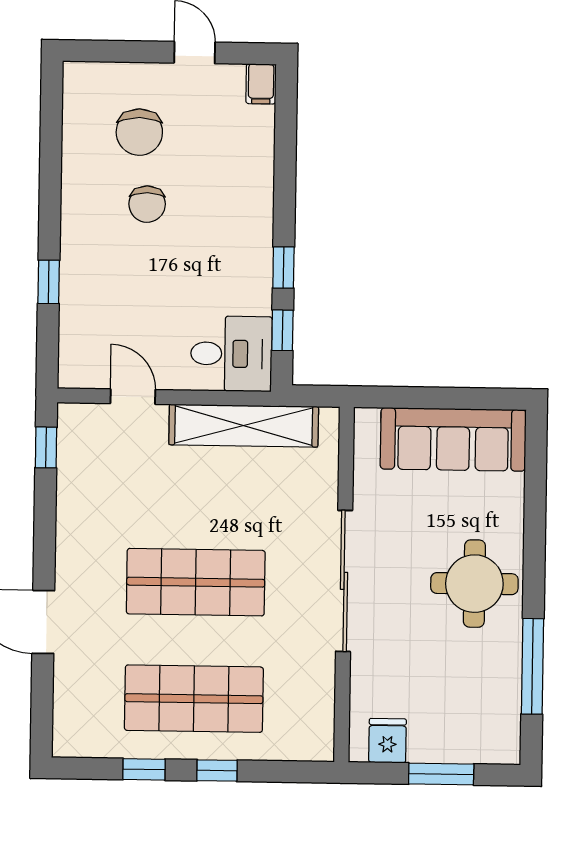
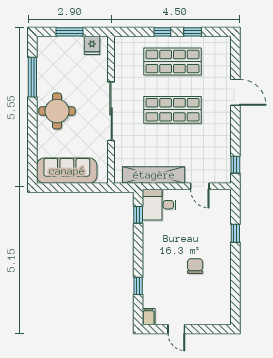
chair: (139, 132) -> (199, 296), removed
window: (283, 268) -> (138, 286), moved

